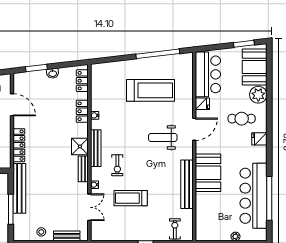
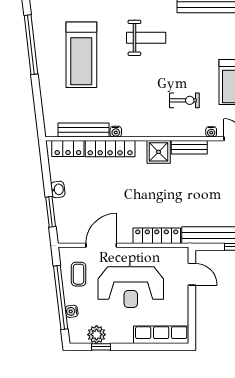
treadmill: (150, 90) -> (81, 55), turned 180
locker: (82, 111) -> (110, 149), width x1.53
weight bench: (163, 137) -> (146, 38), turned -90
bench: (96, 148) -> (83, 130), moved

